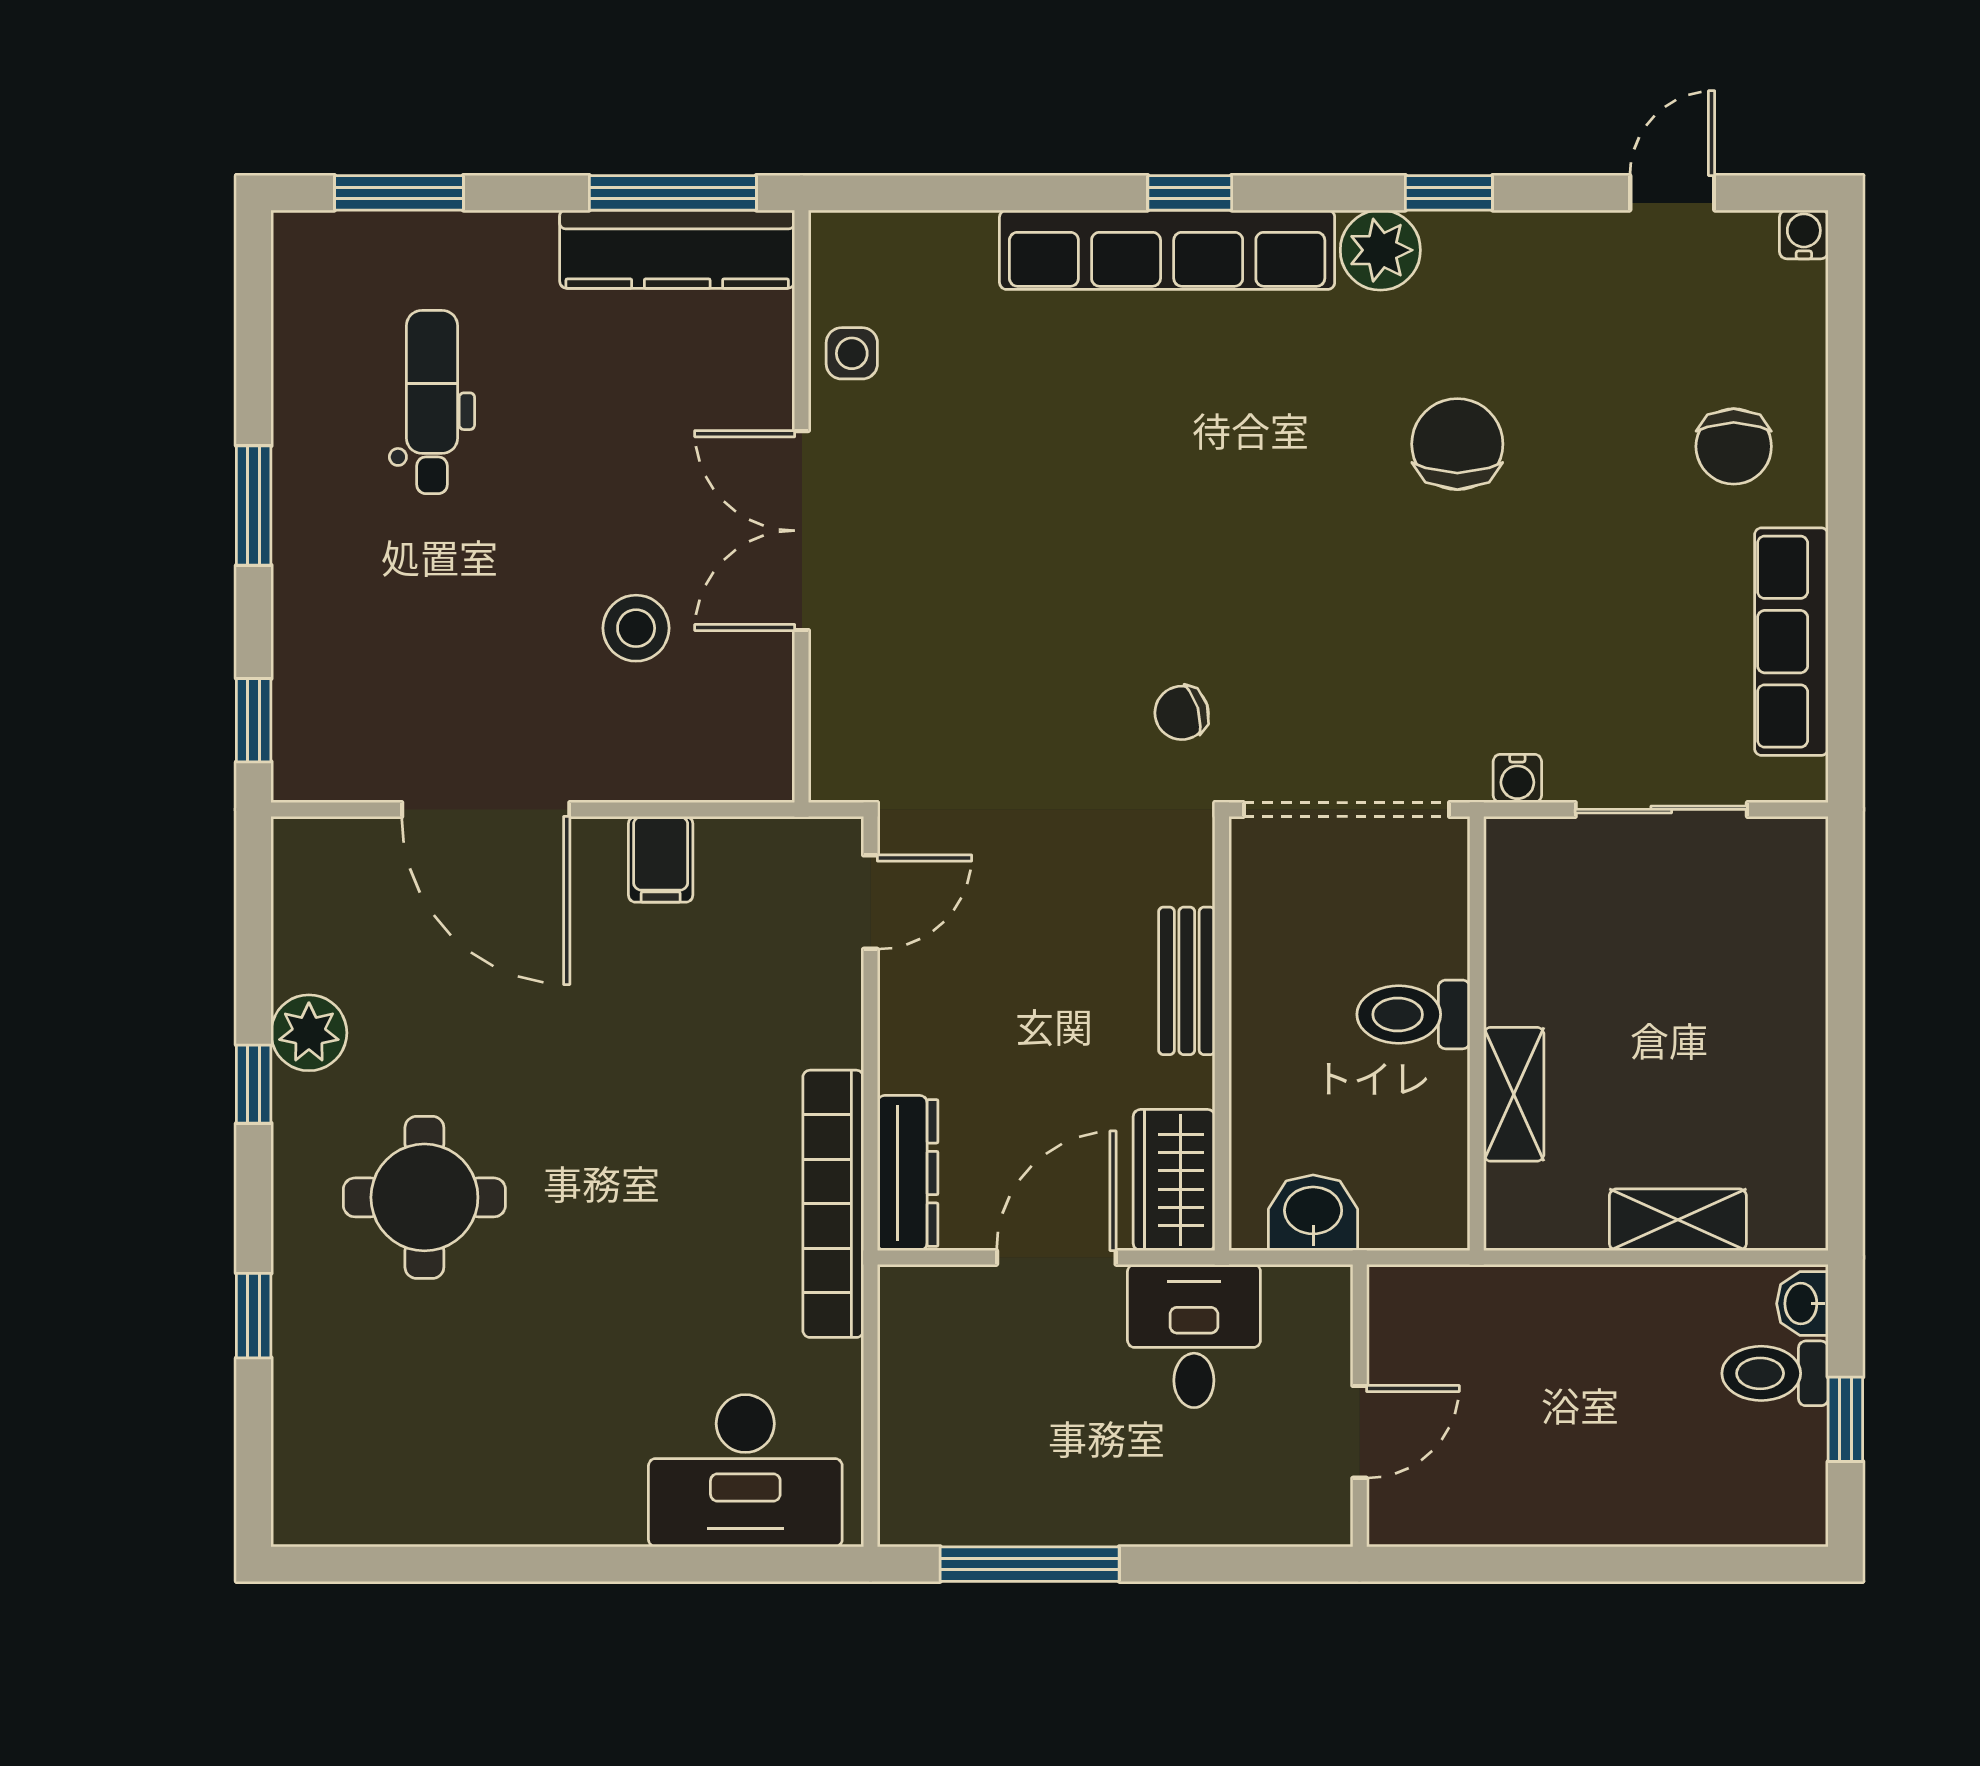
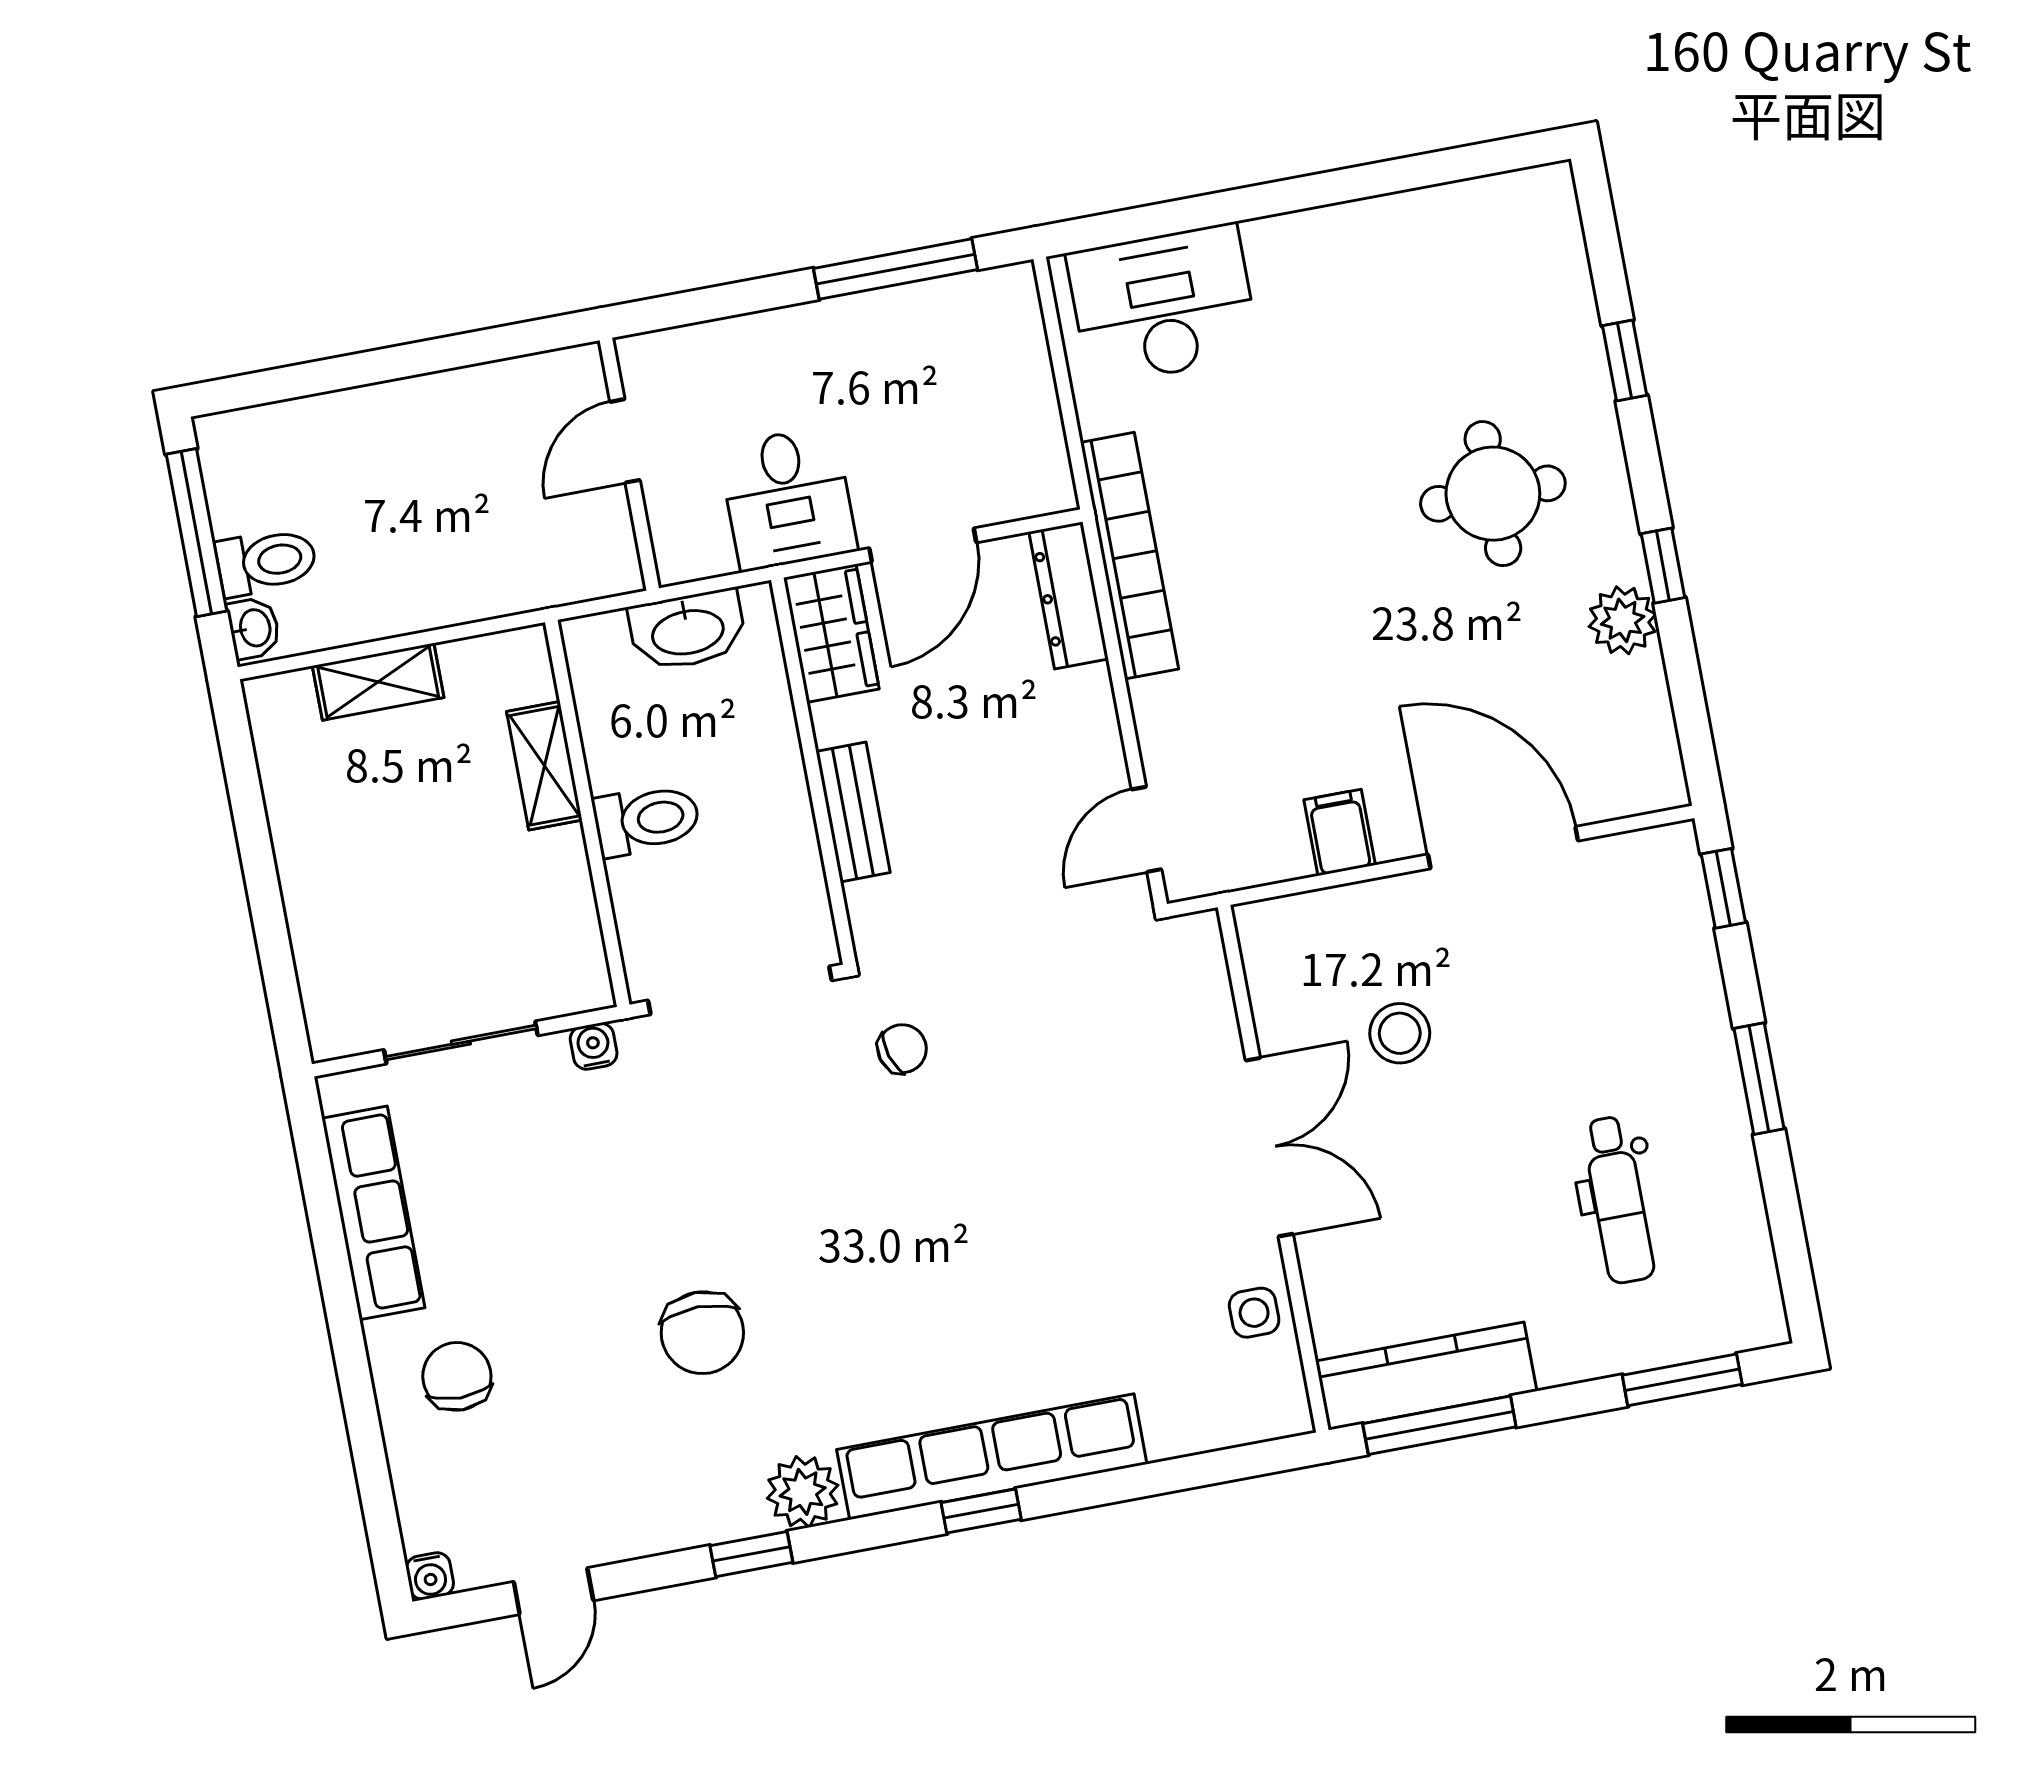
washbasin: (1313, 1213) -> (687, 630), width x1.38
window: (1845, 1419) -> (196, 533), width x2.17

